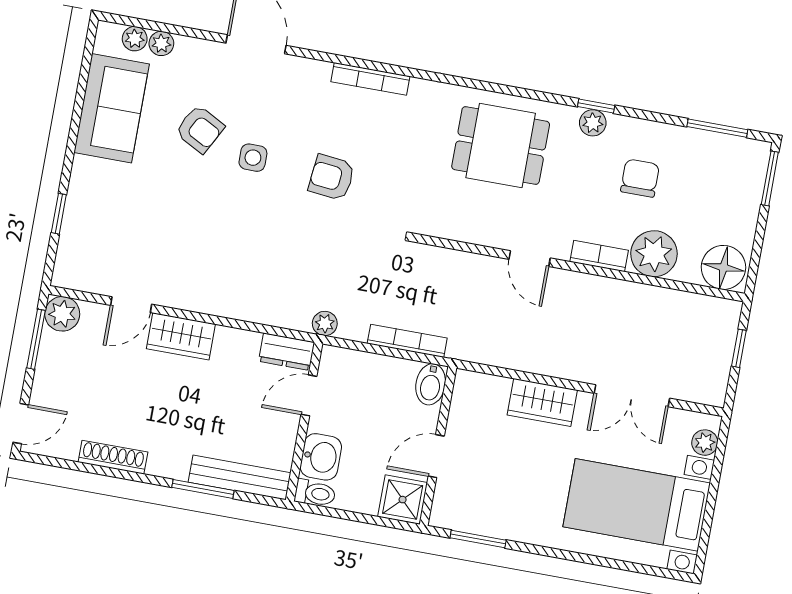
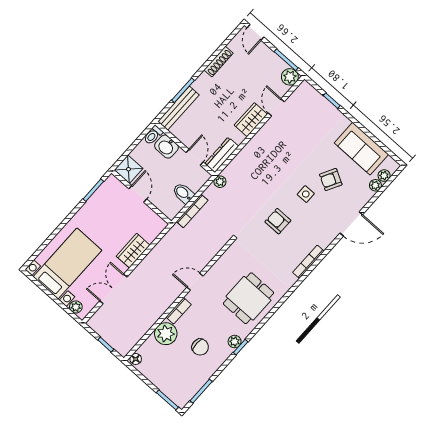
armchair: (332, 177) -> (278, 221), turned -96
floor lamp: (723, 267) -> (136, 359), width x0.53, depth x0.53
dresser: (287, 352) -> (222, 155), width x1.44
bidet: (431, 384) -> (183, 193), moved

